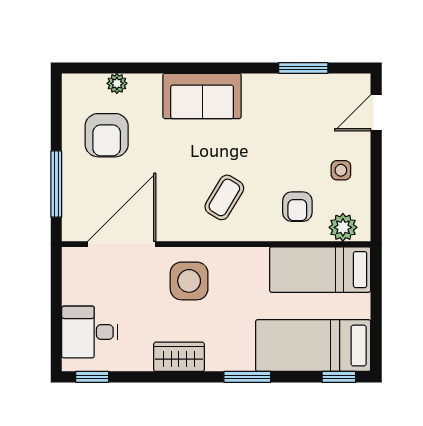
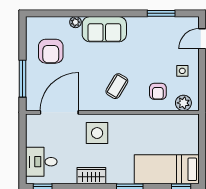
plant: (117, 83) -> (75, 22), moved
bed: (320, 270) -> (171, 127), removed

